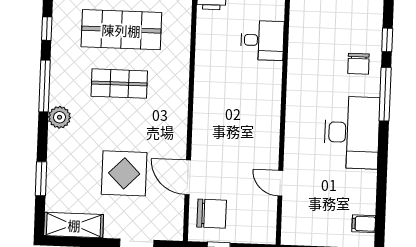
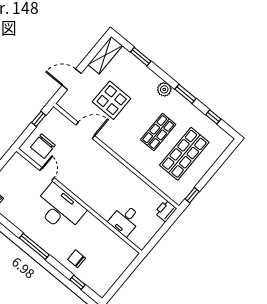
window: (45, 86) -> (186, 94), width x0.69
window: (385, 94) -> (34, 246), moved
desk: (352, 132) -> (59, 208), moved, turned 180
door: (280, 183) -> (47, 174), hinge flipped
chair: (212, 214) -> (43, 146), moved

